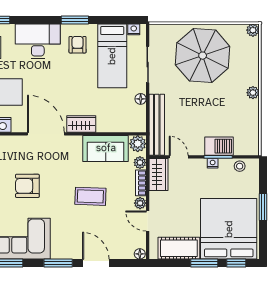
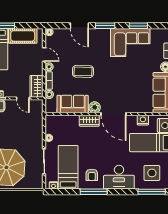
window: (75, 20) -> (94, 192), width x1.44
bench: (157, 125) -> (38, 120), removed
plant: (138, 144) -> (95, 107), moved
armchair: (27, 186) -> (126, 79), removed

